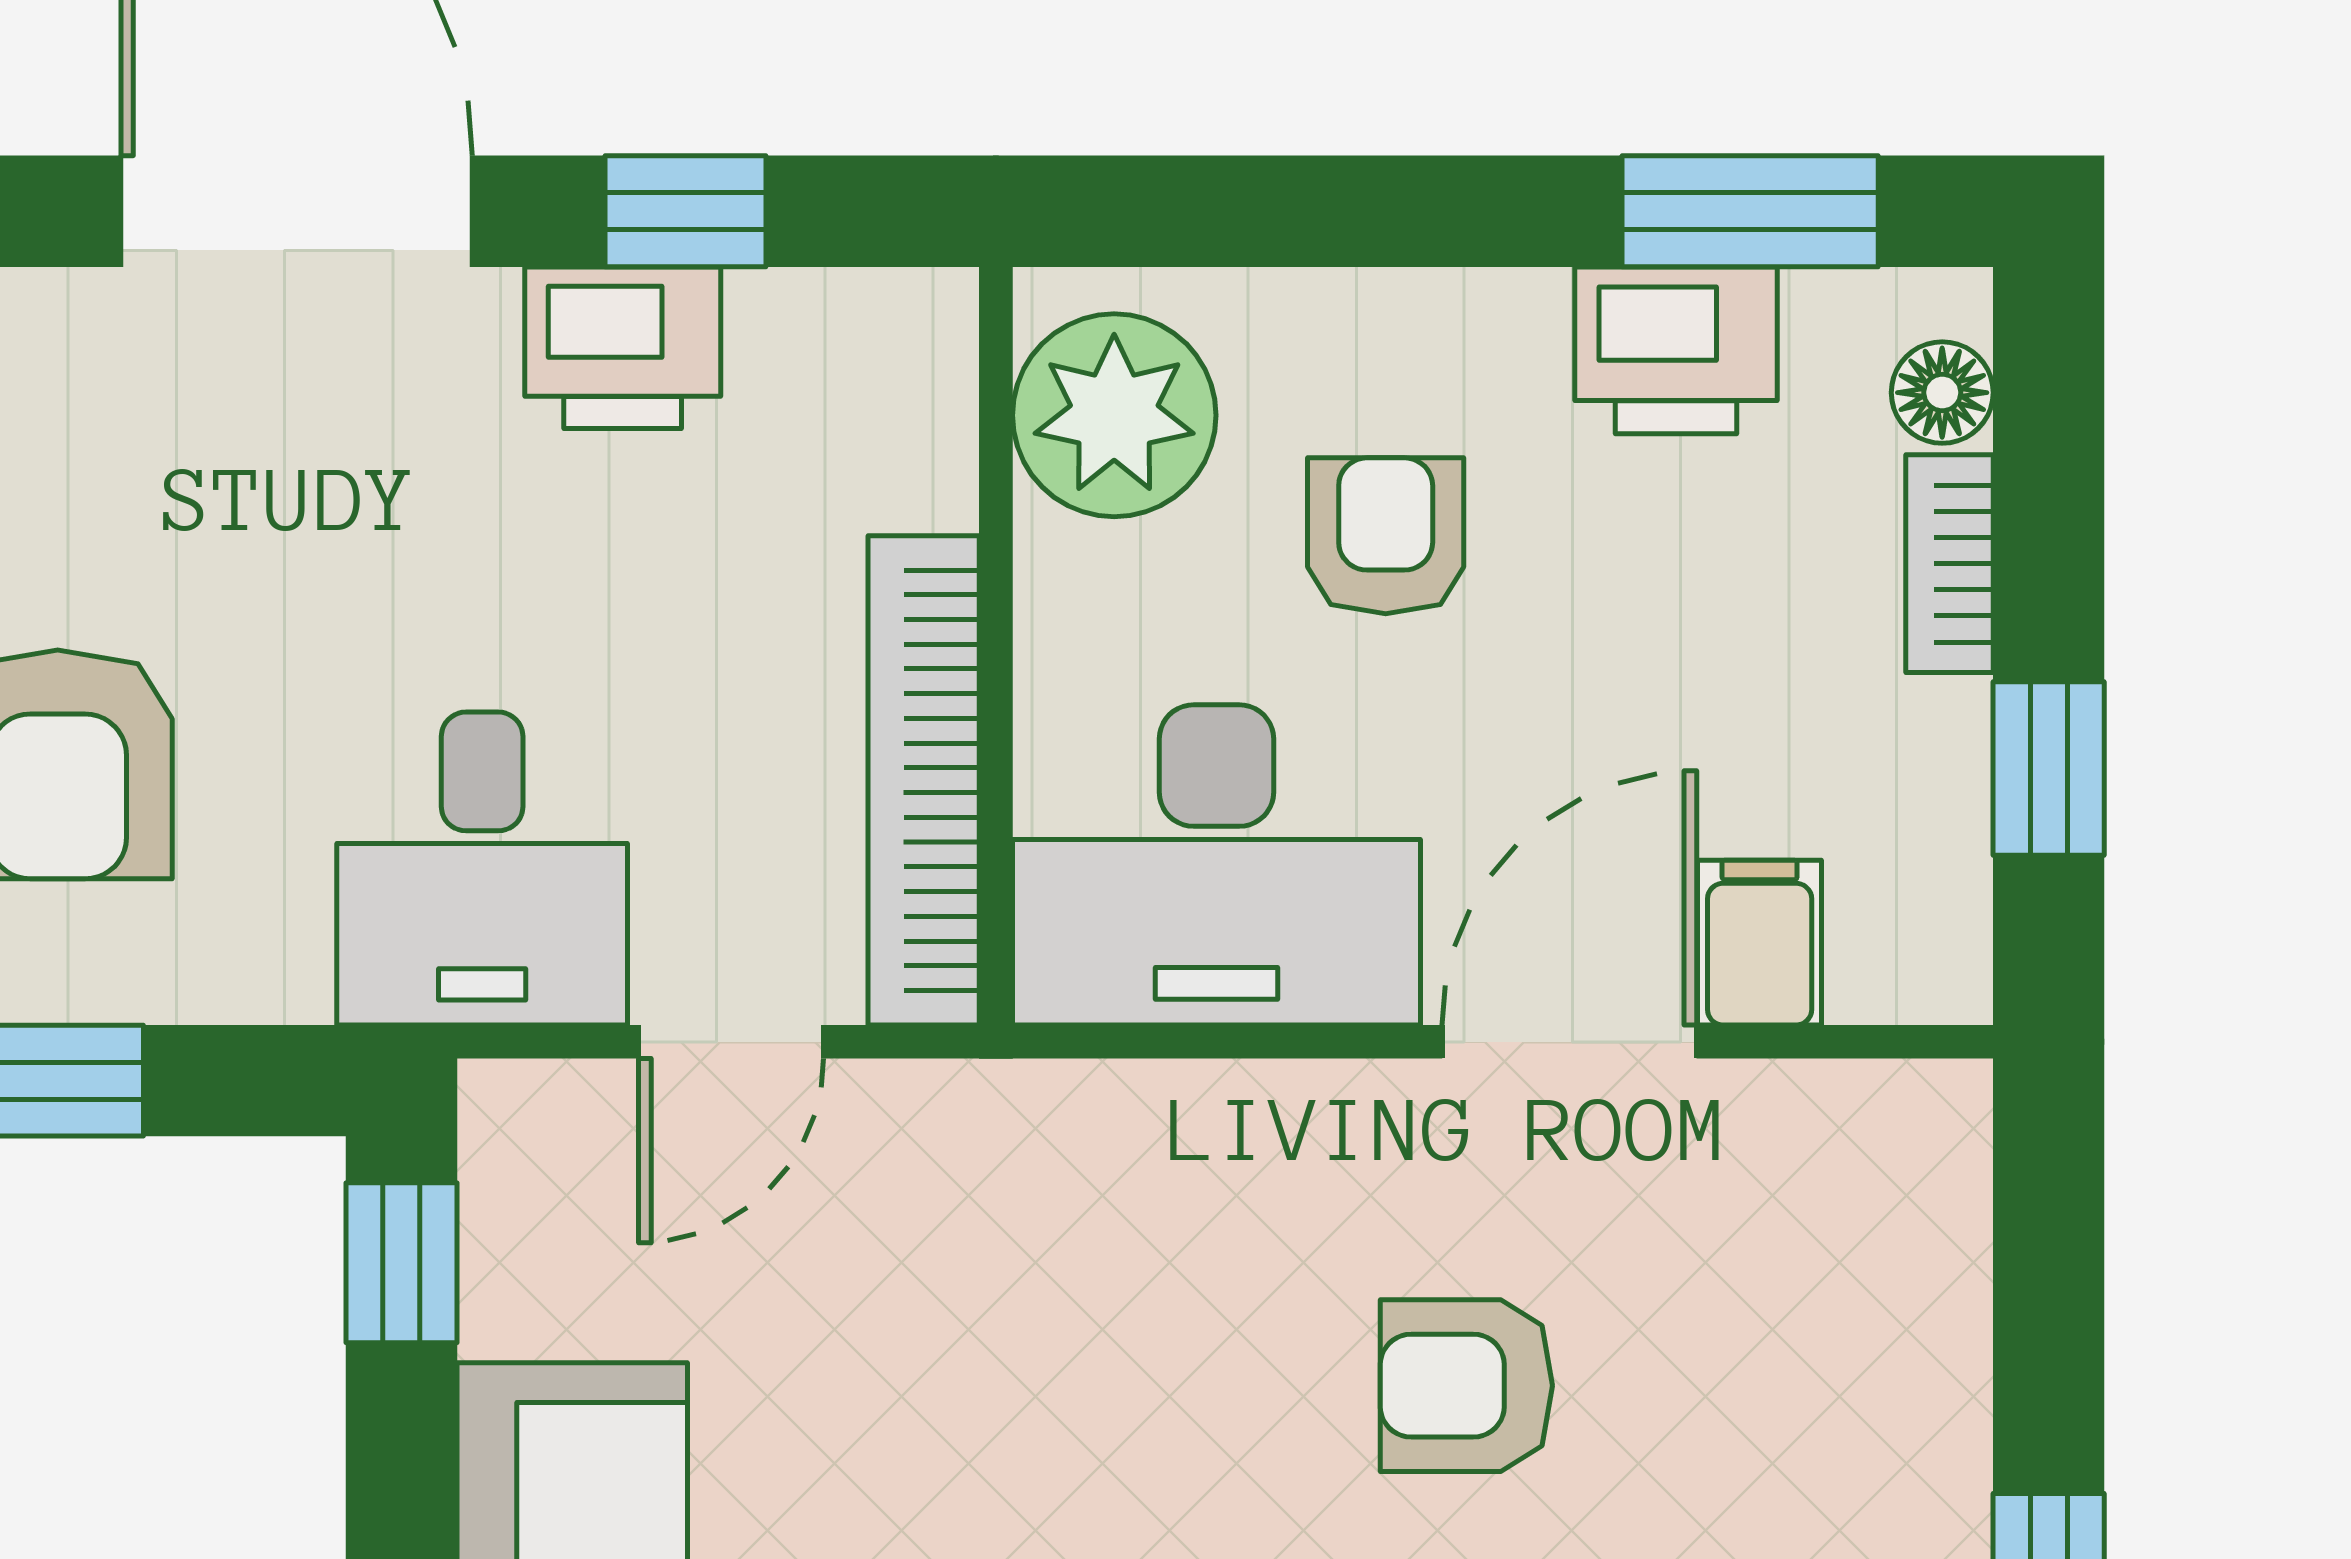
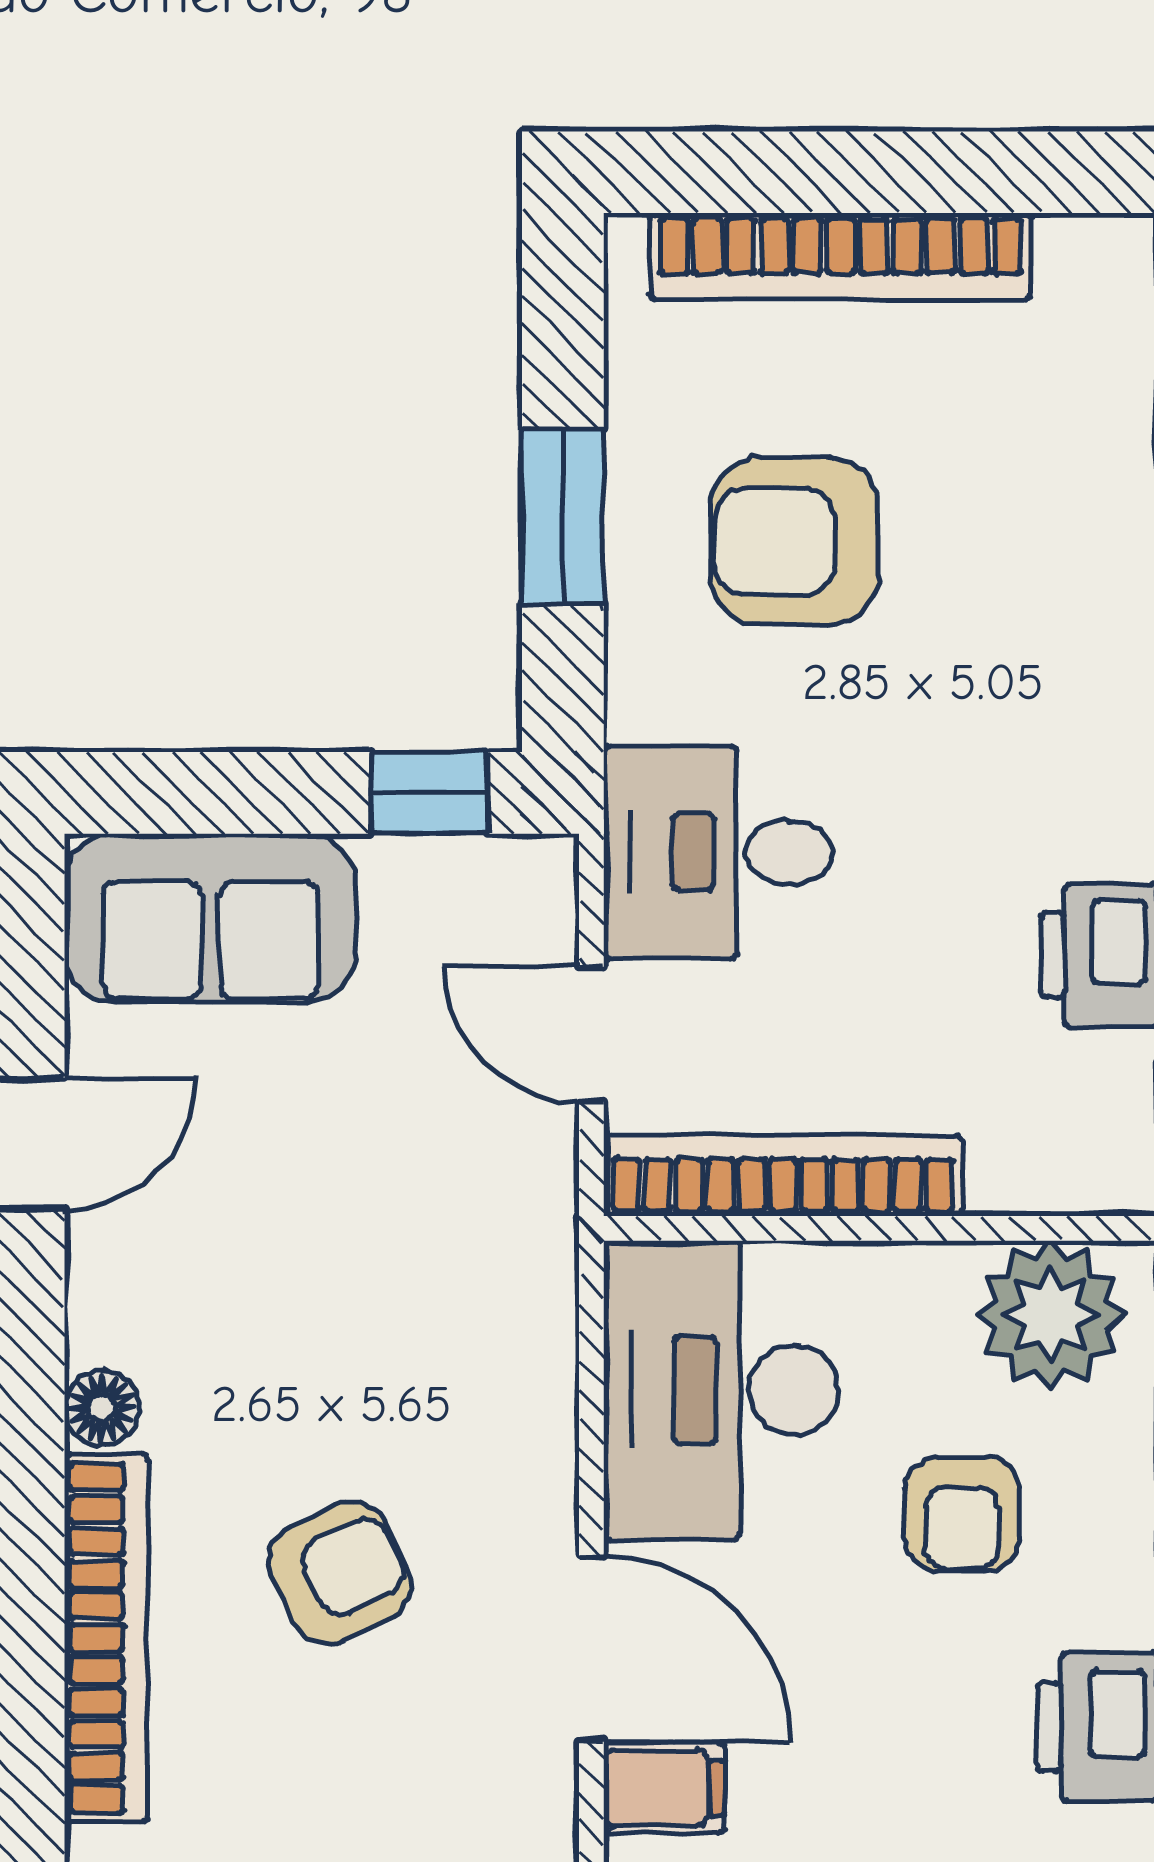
armchair: (1386, 536) -> (962, 1514), turned 90
armchair: (1466, 1386) -> (339, 1573), turned 65

